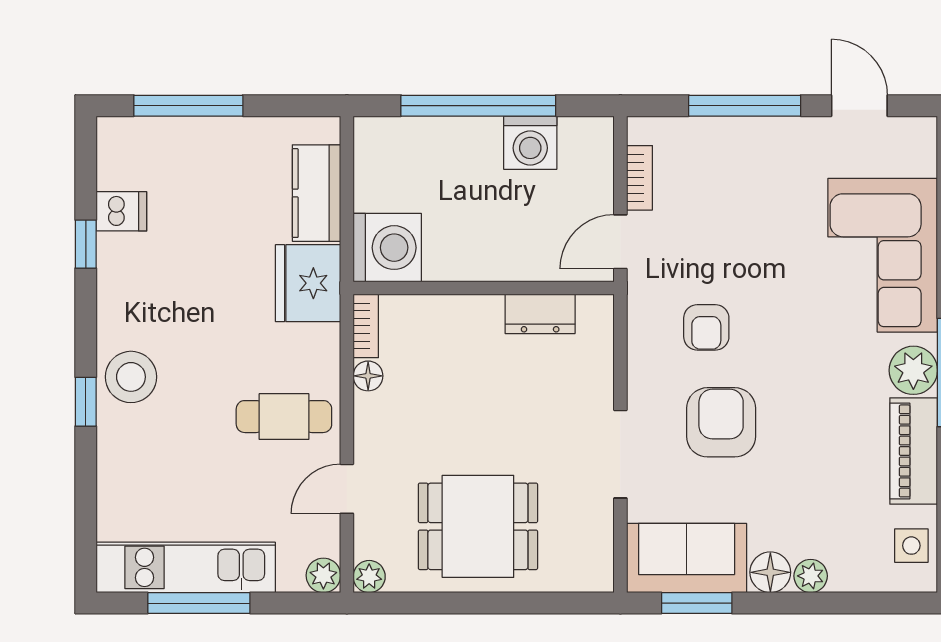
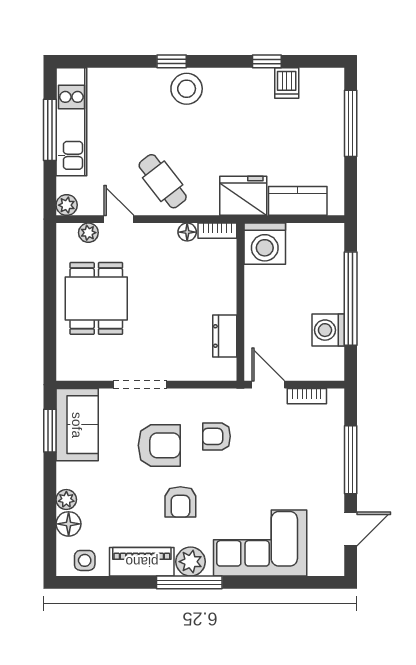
armchair: (815, 387) -> (180, 502), added
cafe table: (284, 417) -> (163, 181), turned -38
floor lamp: (770, 572) -> (69, 524), moved
plant: (369, 577) -> (88, 233), moved

